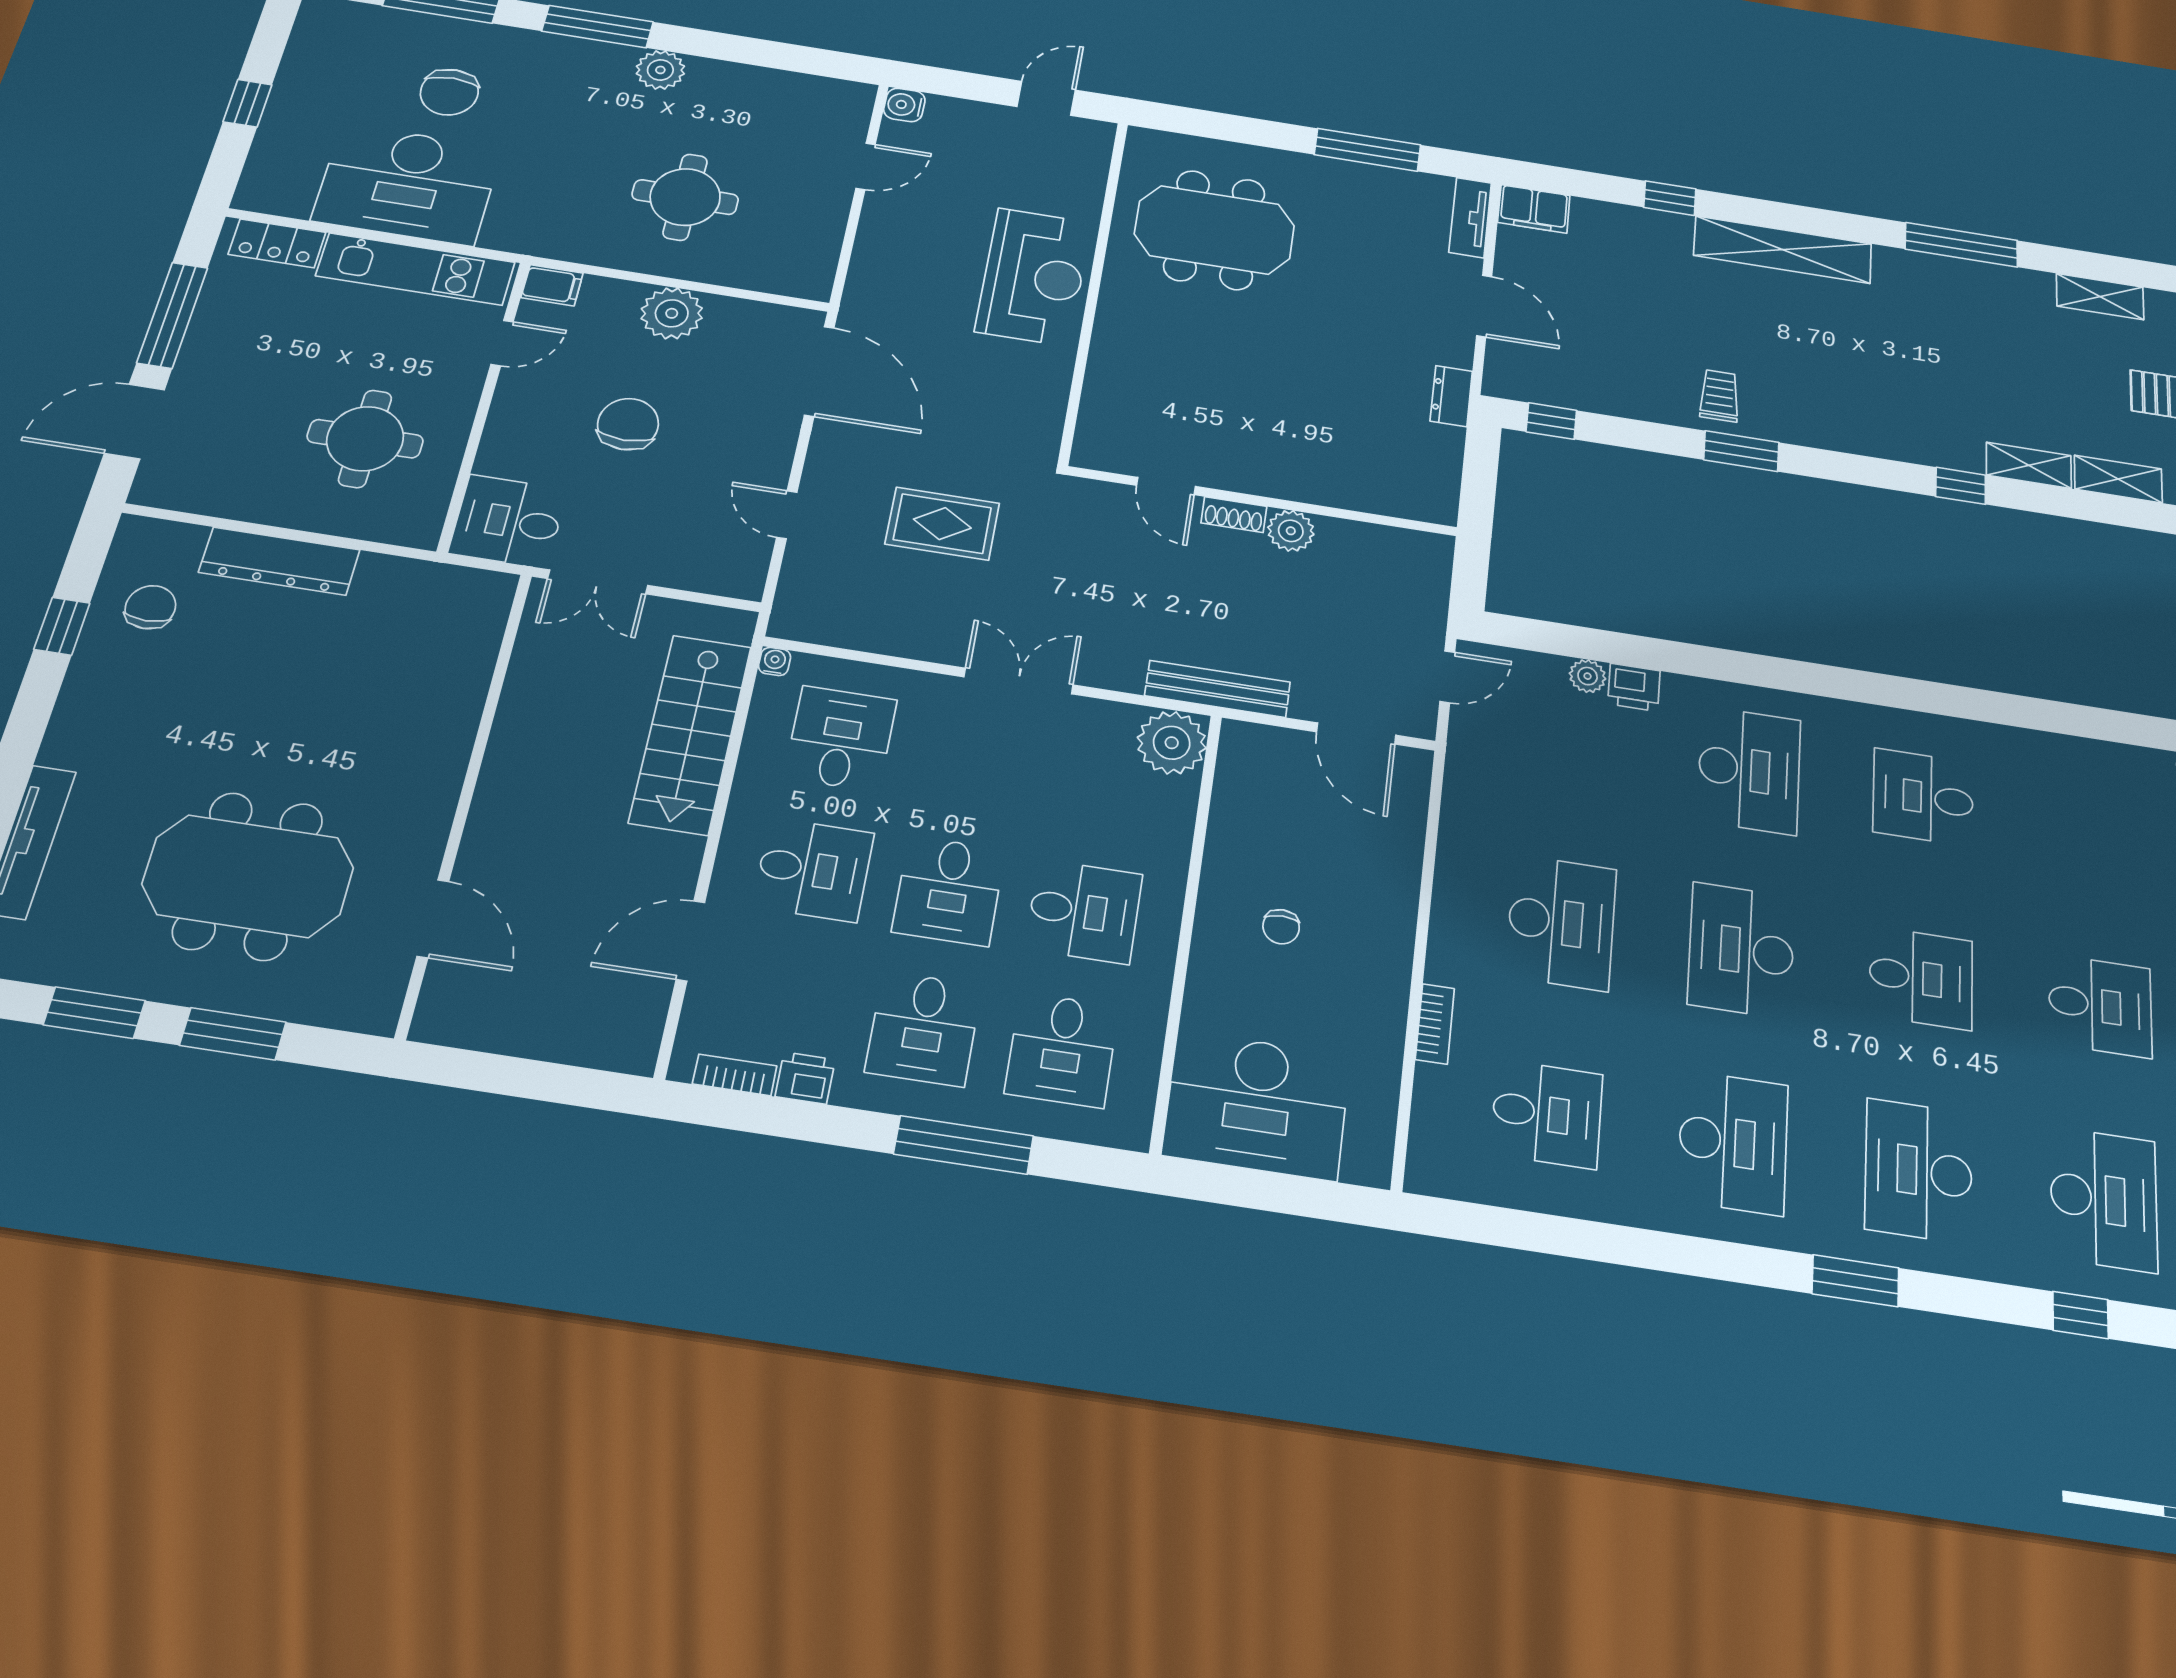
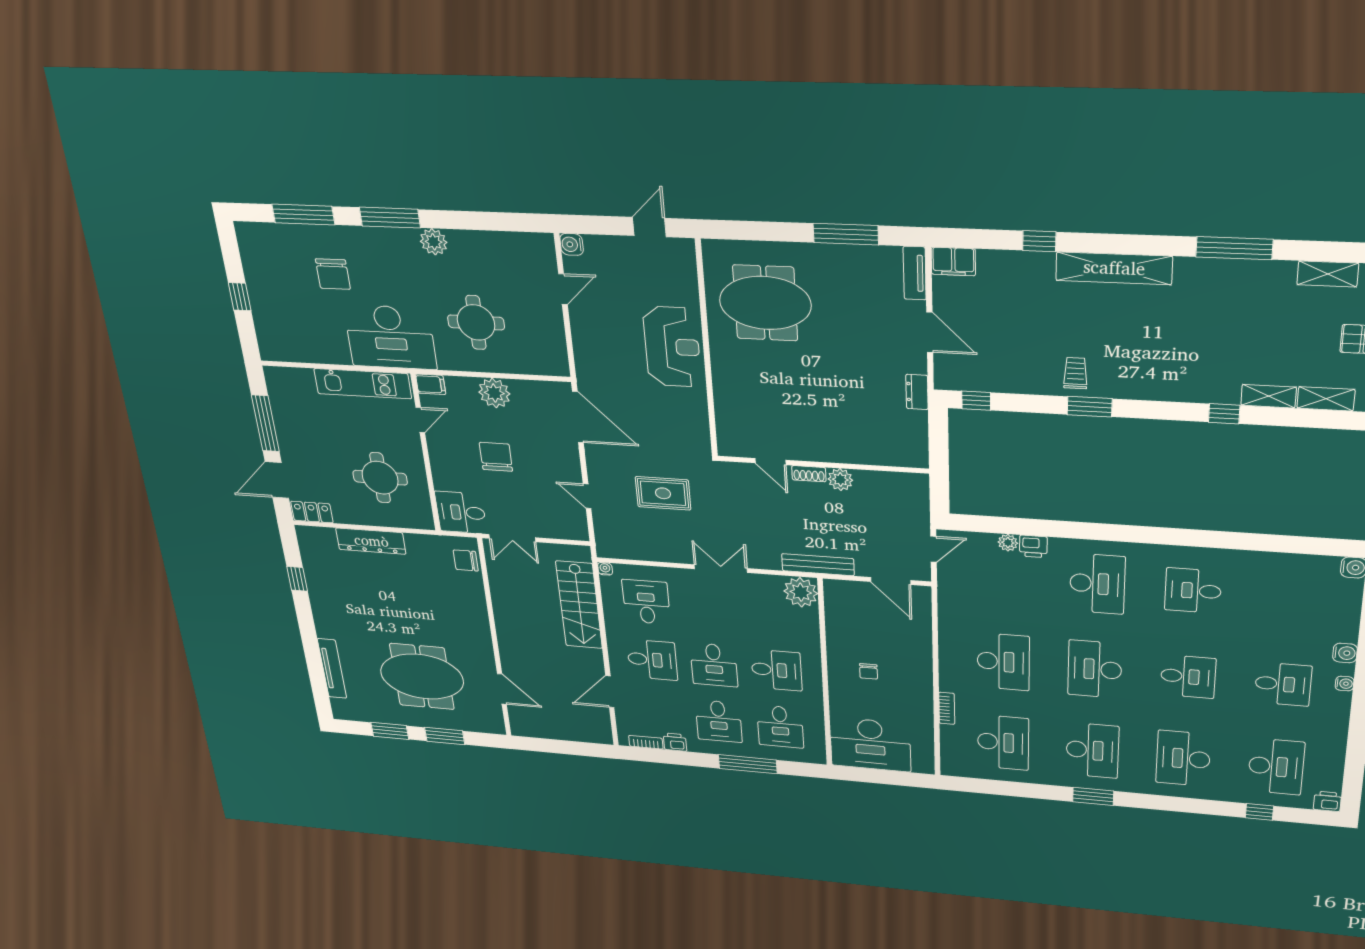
desk: (407, 184) -> (390, 337), moved
locker: (277, 243) -> (312, 512), moved, turned 180
chair: (150, 607) -> (466, 560), moved, turned -90
desk: (1547, 1114) -> (1003, 742), width x1.37
window: (1855, 1281) -> (1093, 796), moved

